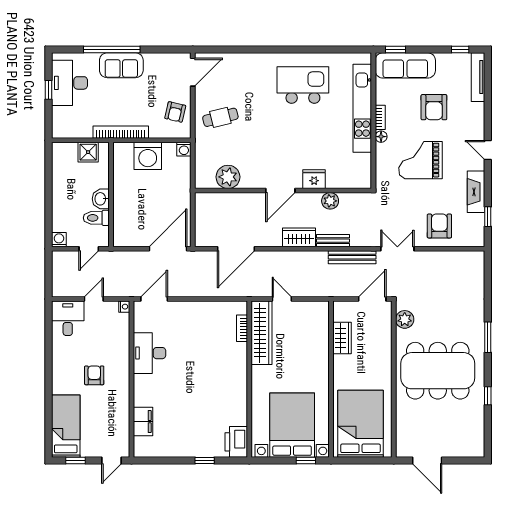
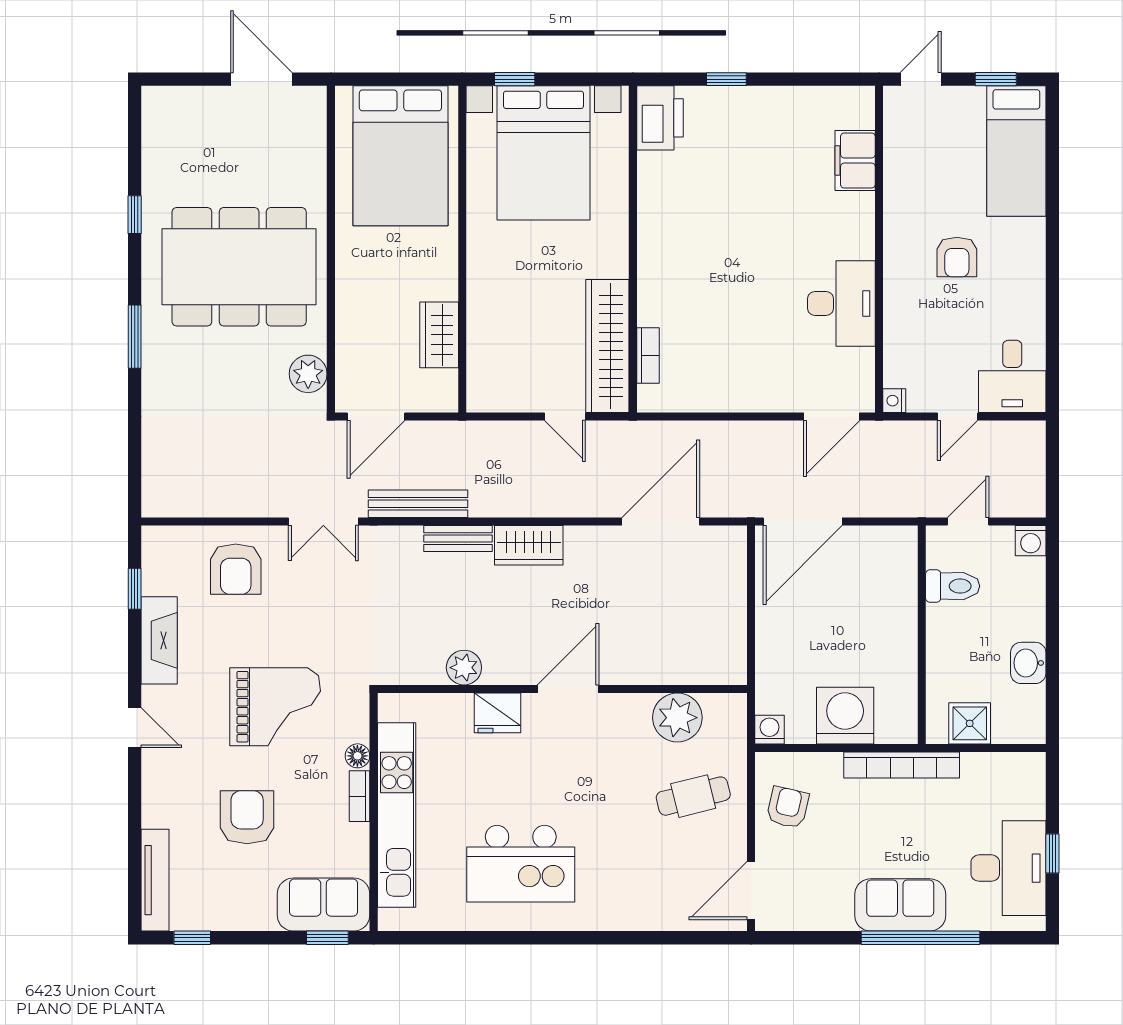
sofa: (405, 65) -> (324, 905), width x0.73
plant: (228, 177) -> (677, 718), moved
fridge: (314, 179) -> (497, 713), moved
door: (280, 191) -> (568, 689), moved
wall: (283, 191) -> (562, 689), moved
washbasin: (101, 199) -> (1028, 663), moved, turned 180
plant: (330, 201) -> (464, 668), moved

